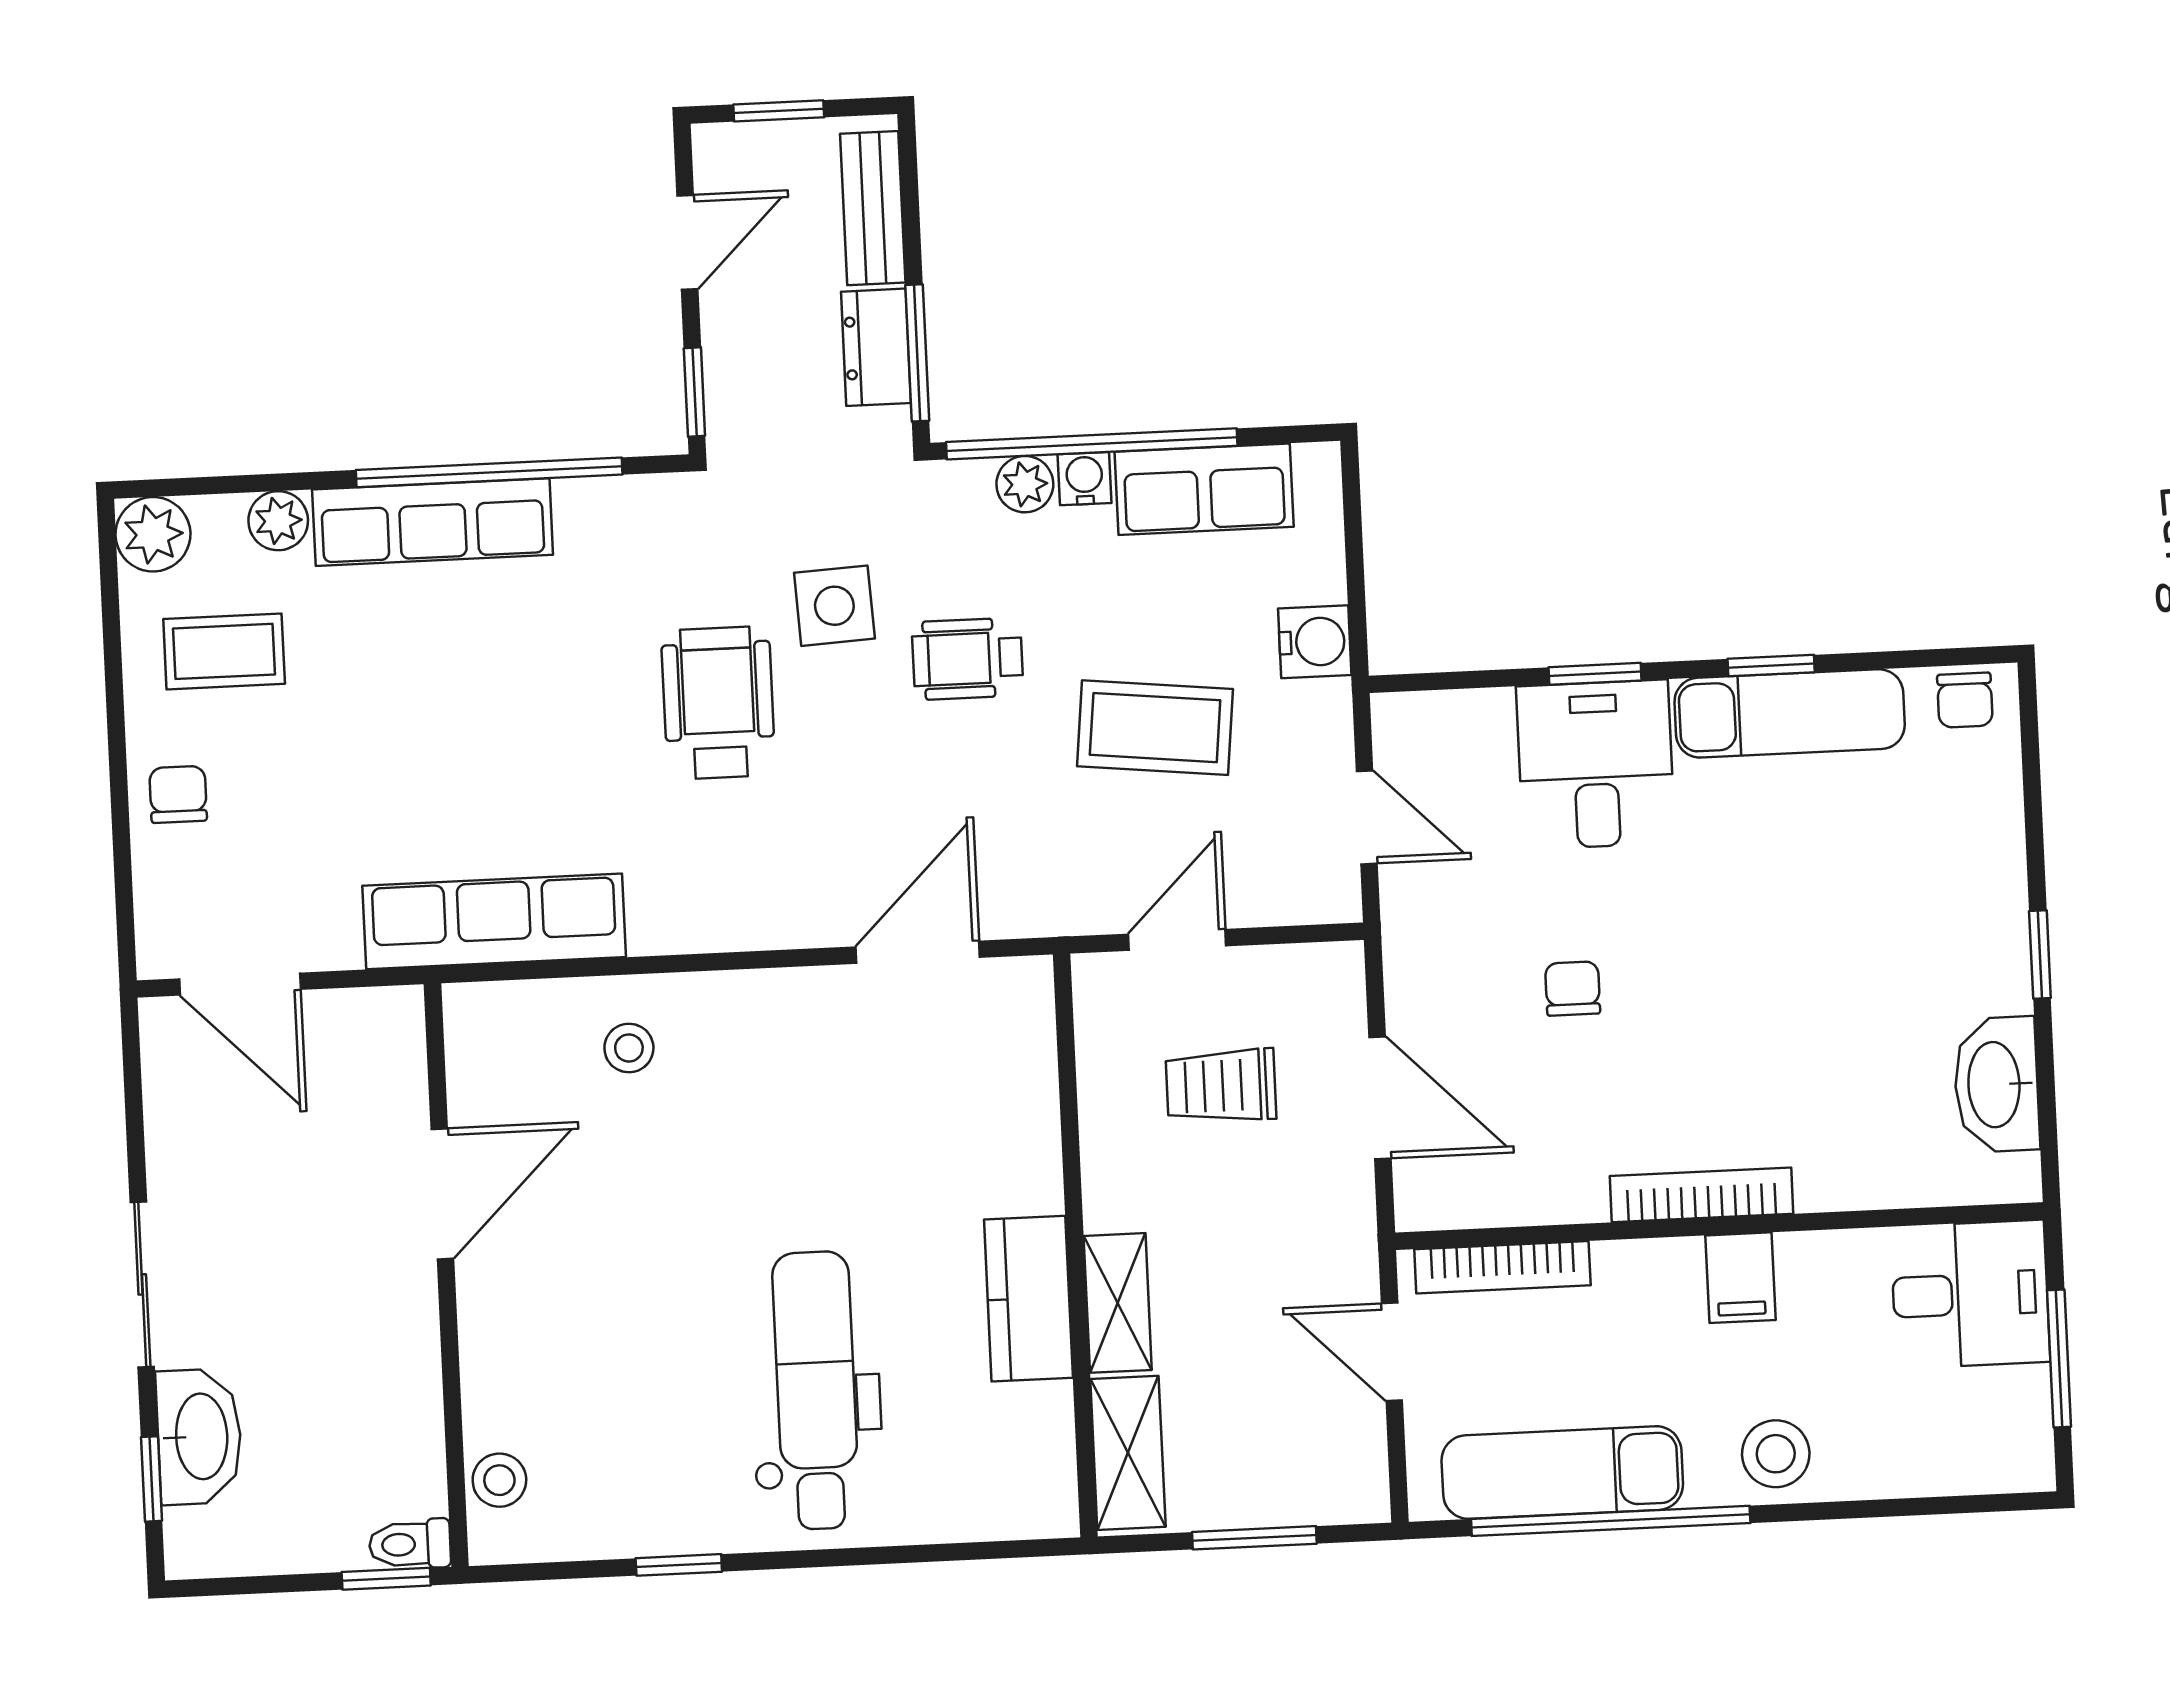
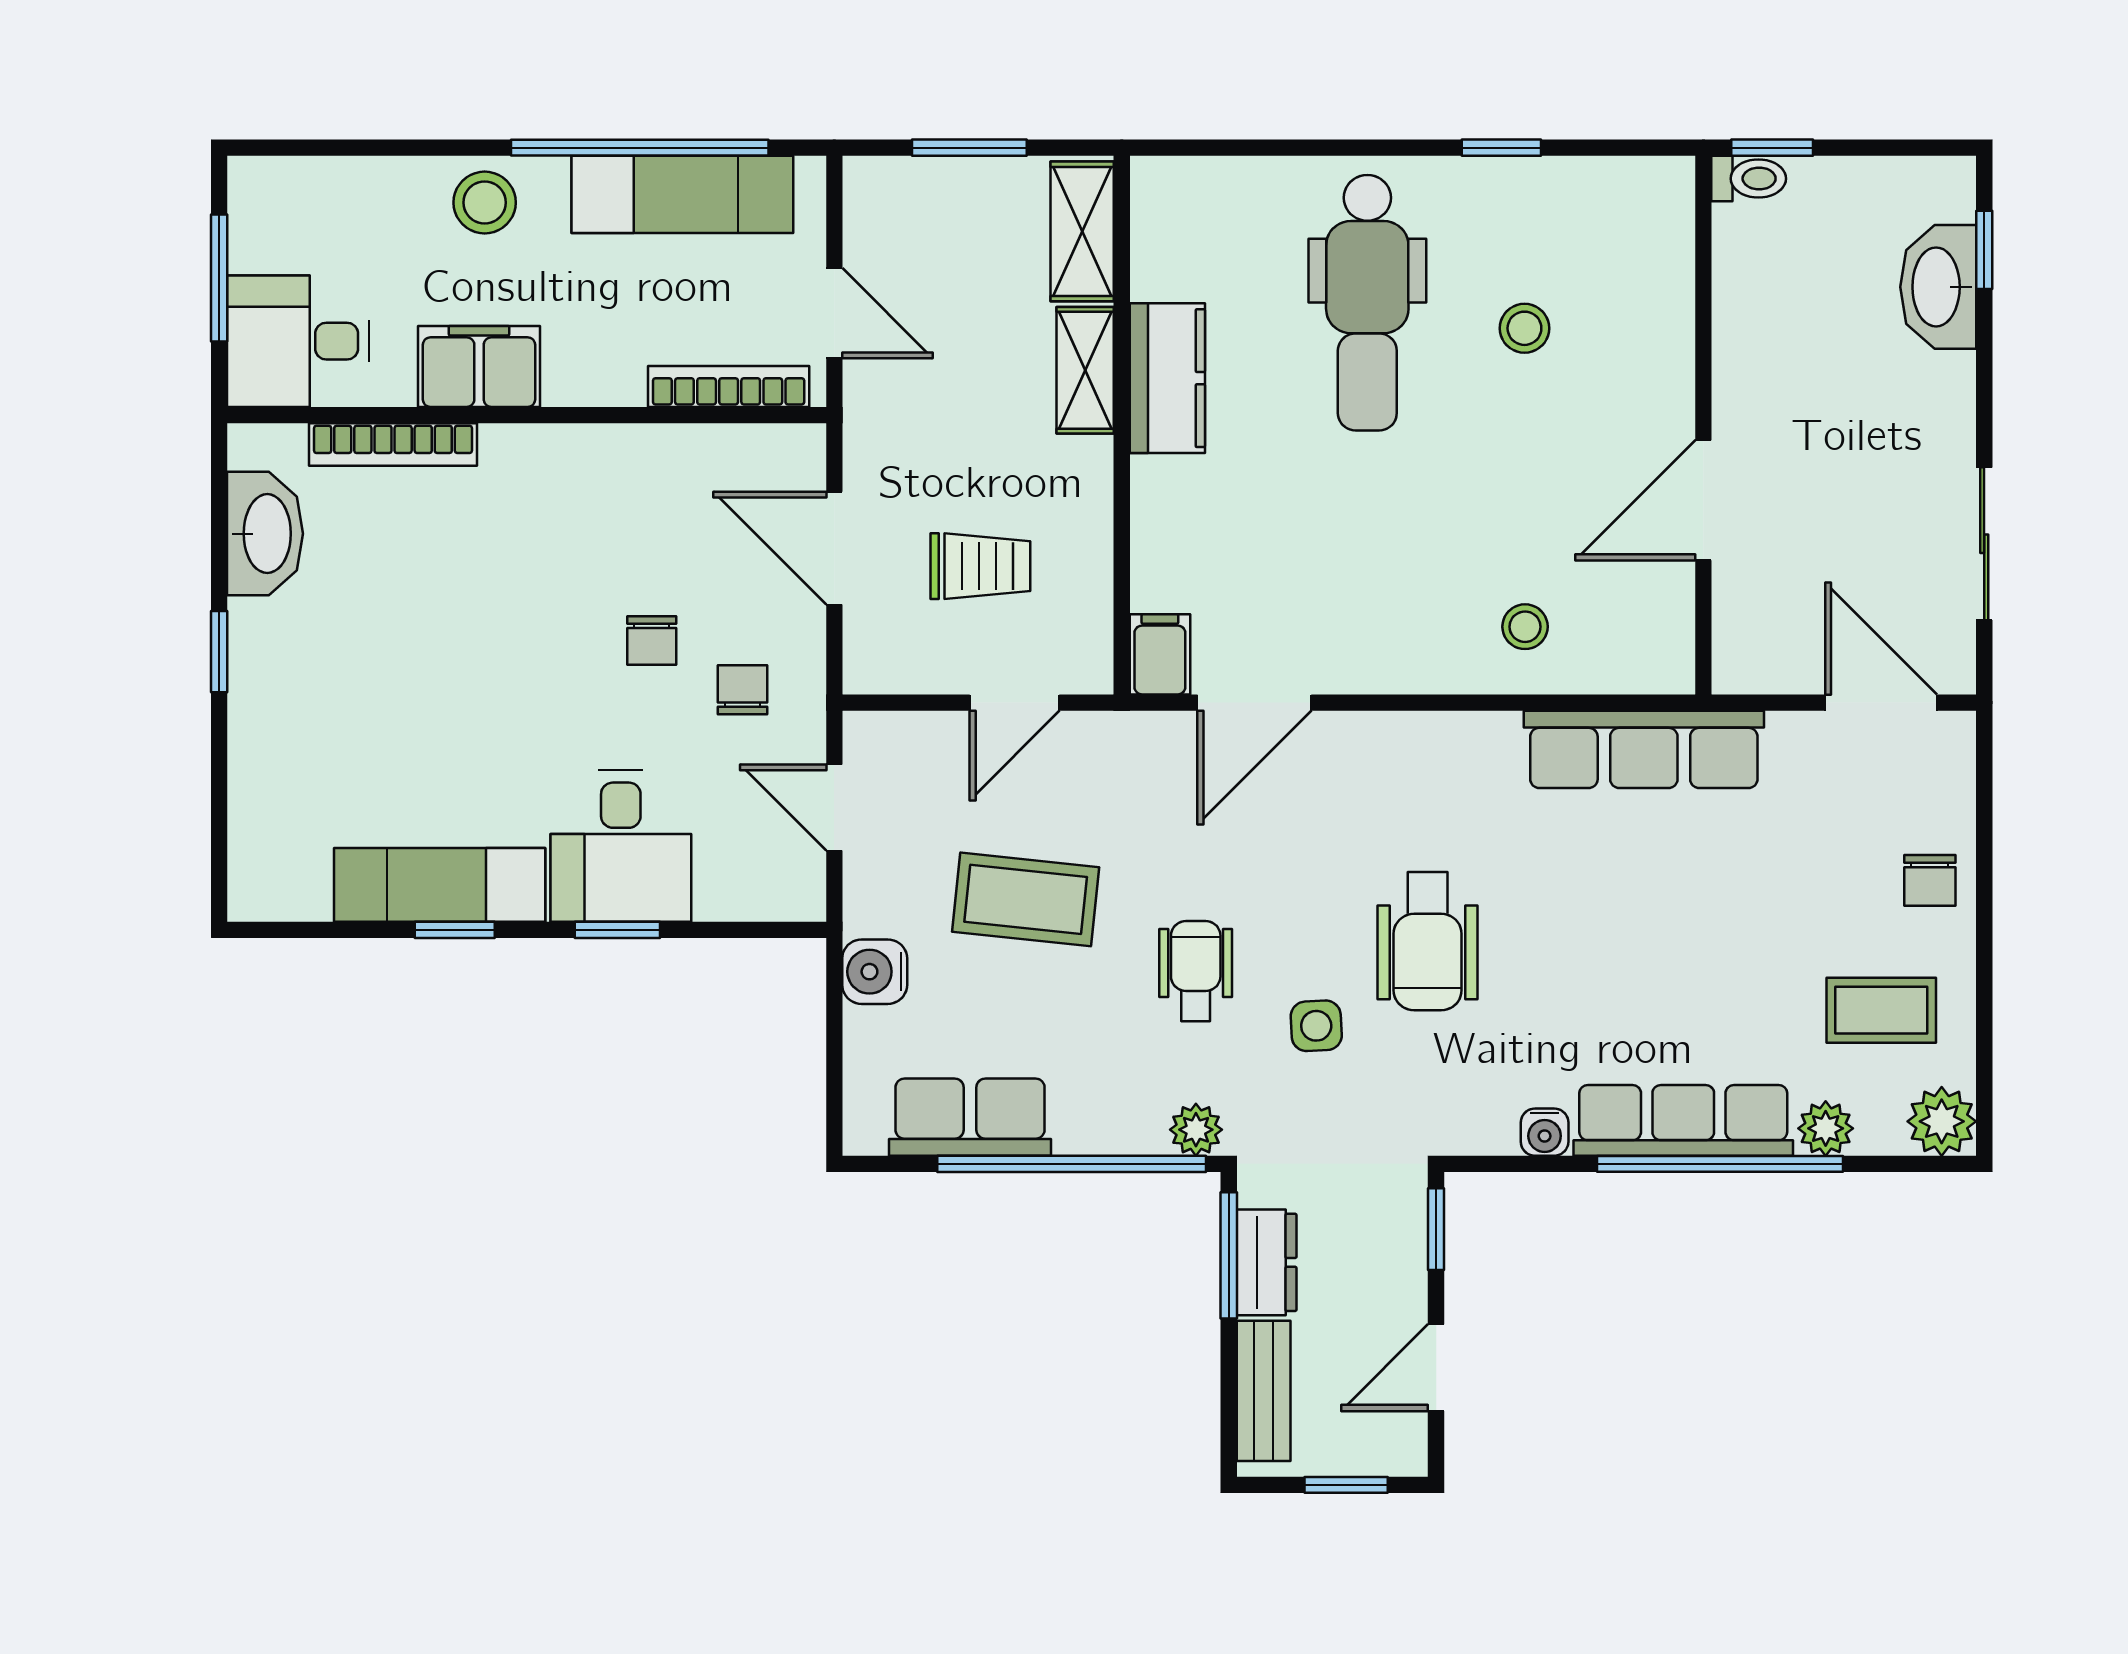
window: (489, 472) -> (1720, 1164), moved
water cooler: (1084, 479) -> (1545, 1132), moved
plant: (1025, 484) -> (1196, 1130), moved
side table: (834, 606) -> (1316, 1026), width x0.73, depth x0.73
wheelchair: (968, 659) -> (1196, 971), turned -90
chair: (1965, 700) -> (743, 690), moved
filing cabinet: (1022, 999) -> (1160, 654), added
bookcase: (1701, 1195) -> (393, 445), moved
filing cabinet: (1741, 1278) -> (479, 366), width x2.00
sliding door: (142, 1284) -> (1984, 544), moved
stool: (499, 1480) -> (1524, 328), moved

